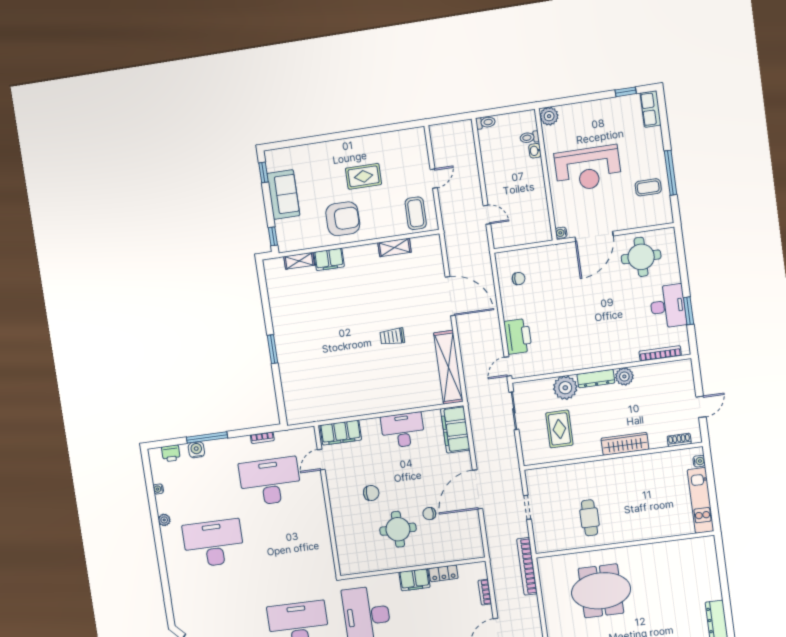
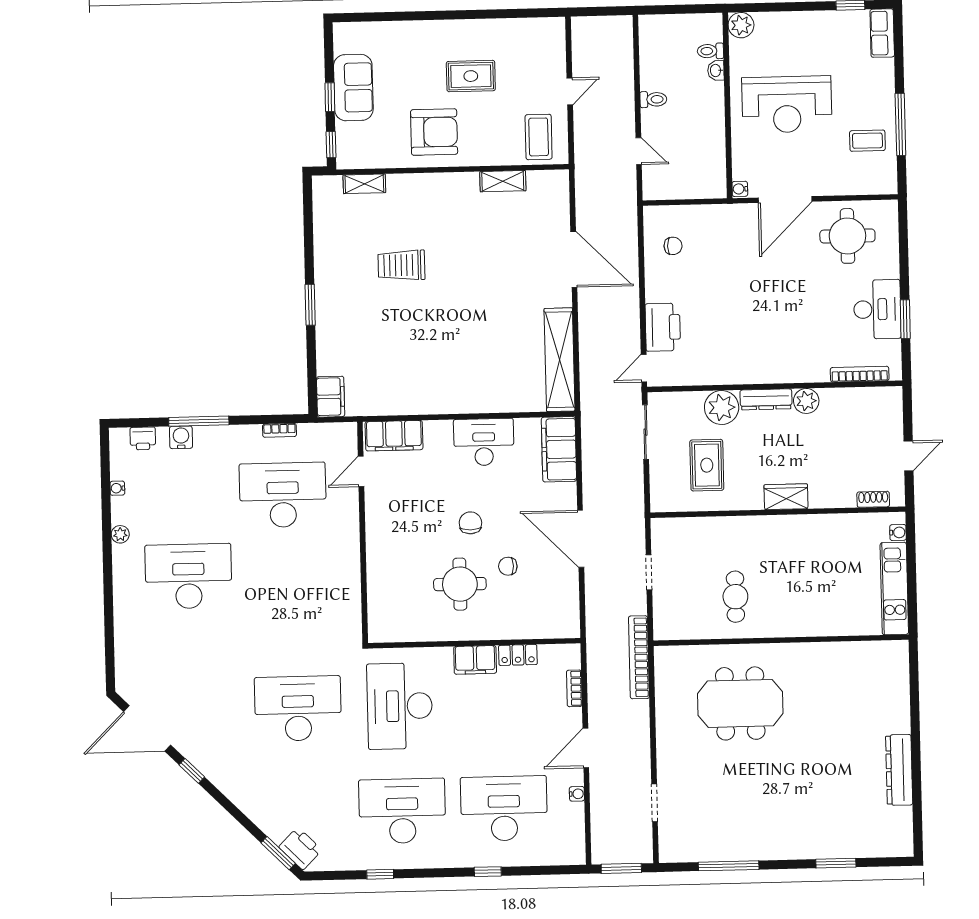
toilet: (486, 122) -> (653, 99), moved
window: (263, 172) -> (330, 97), moved
filing cabinet: (329, 259) -> (331, 397), moved, turned -90
trolley: (392, 337) -> (401, 265), moved, width x1.36, depth x1.39
wardrobe: (625, 444) -> (786, 497), width x0.67
door: (477, 489) -> (581, 539), hinge flipped
chair: (371, 493) -> (470, 523), moved, turned -90

